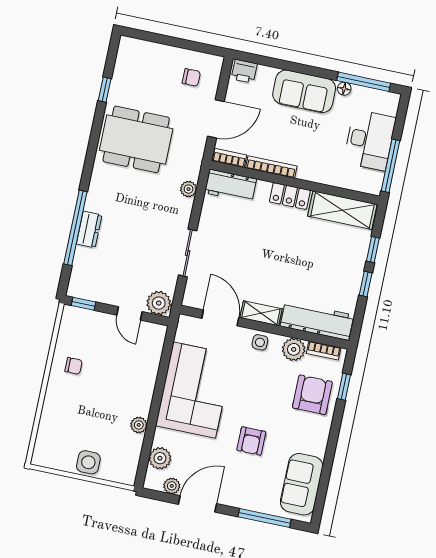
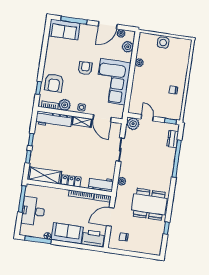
printer: (244, 71) -> (93, 238), width x1.87, depth x1.48
dresser: (89, 229) -> (173, 139), moved
armchair: (251, 441) -> (85, 68), moved
sofa: (302, 484) -> (64, 30), moved, turned 90

